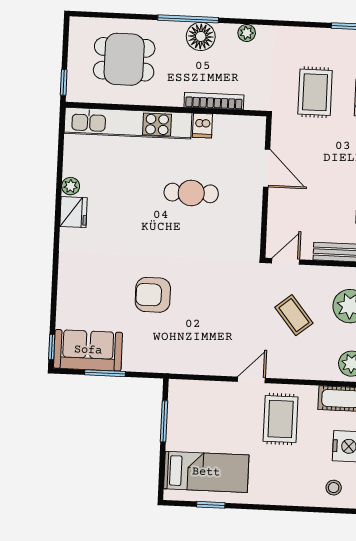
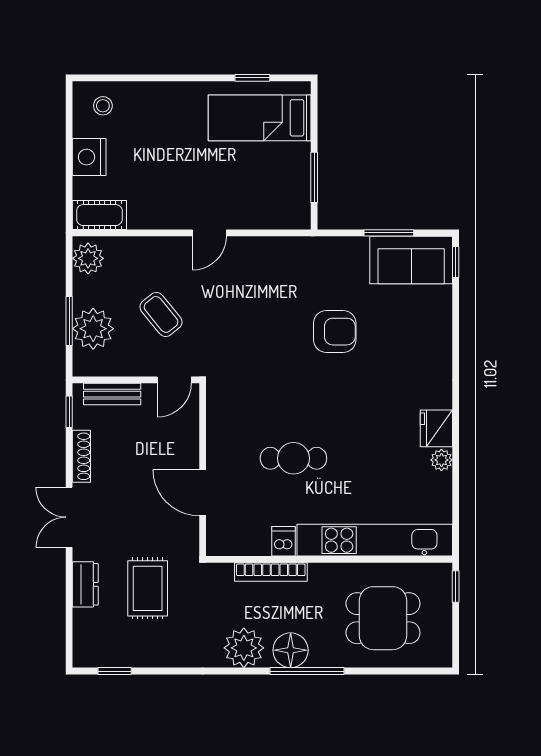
plant: (247, 33) -> (244, 648), width x1.88, depth x1.88
rug: (281, 419) -> (172, 187), removed

